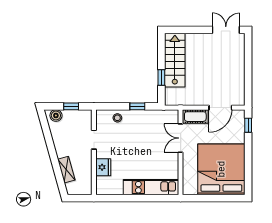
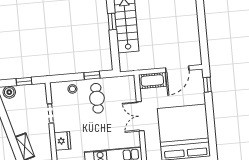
window: (161, 78) -> (112, 22), moved
cafe table: (140, 129) -> (97, 98), added
double door: (181, 138) -> (140, 116), moved

